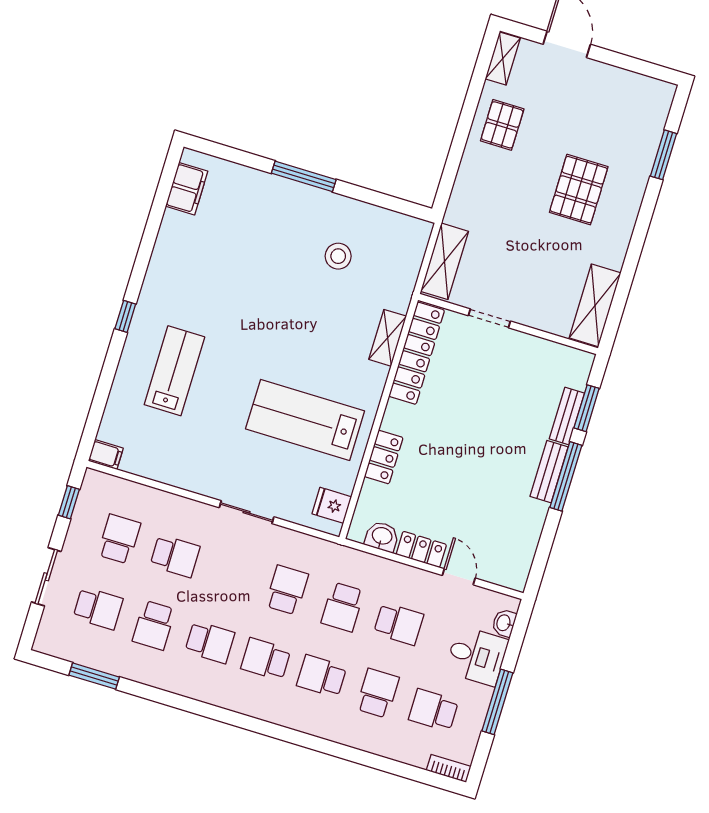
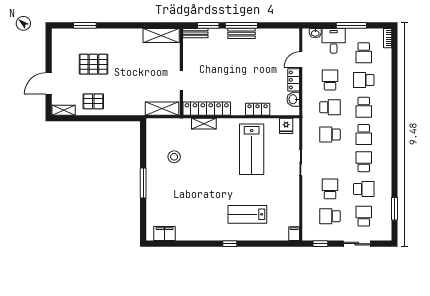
pallet: (579, 190) -> (93, 64), moved
bench: (567, 416) -> (195, 33), moved

